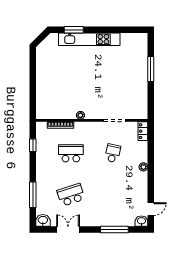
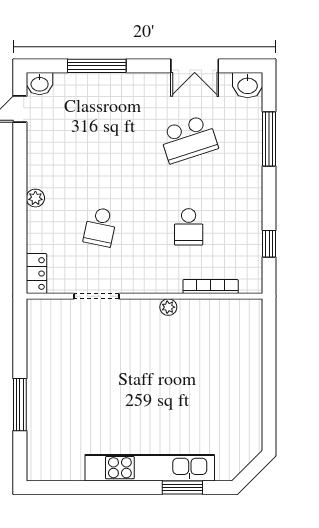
school desk: (71, 153) -> (189, 227), width x0.54

